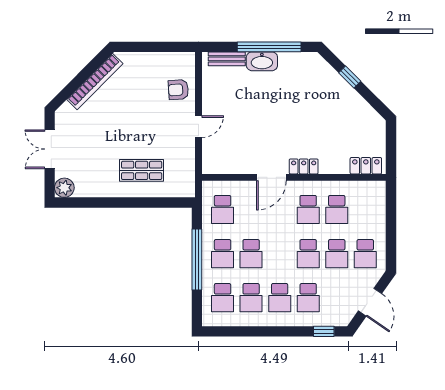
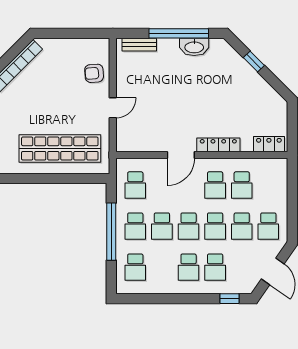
washbasin: (262, 61) -> (194, 47), moved
locker: (304, 166) -> (218, 145), width x1.53
shop shelf: (142, 170) -> (60, 149), width x2.00, depth x1.36
school desk: (251, 298) -> (189, 226), moved

